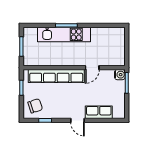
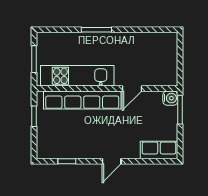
kitchen unit: (64, 34) -> (77, 76), moved, turned 180
chair: (35, 106) -> (53, 141), removed
row of seats: (99, 112) -> (159, 150), moved
door: (77, 120) -> (112, 161), hinge flipped

